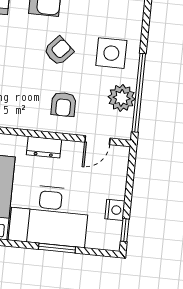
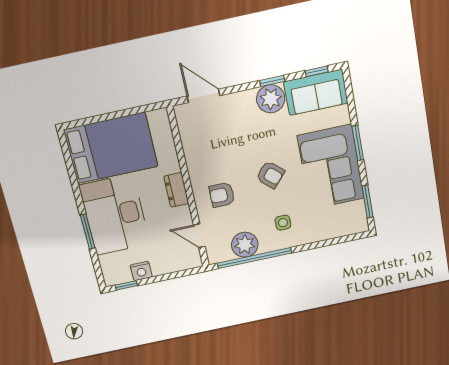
side table: (111, 53) -> (283, 223), width x0.54, depth x0.54

